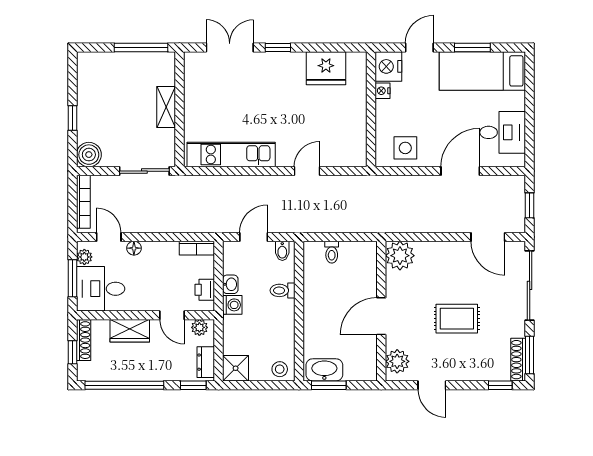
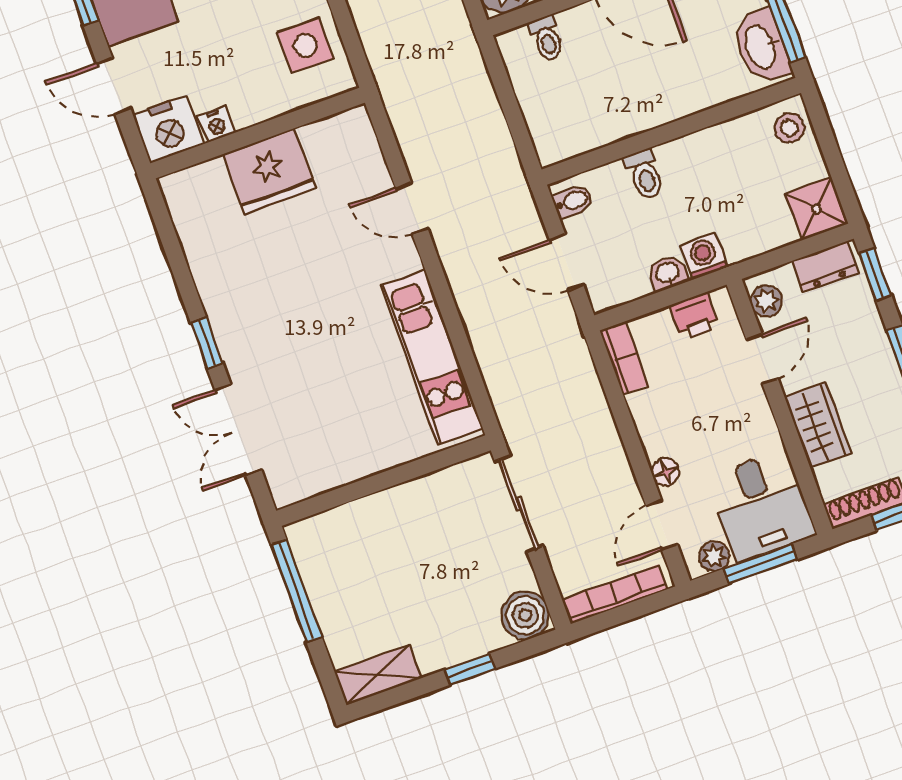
fridge: (326, 68) -> (269, 171), moved, turned 90
shelving: (166, 107) -> (378, 675), moved
toilet: (332, 252) -> (547, 39), moved, turned 90

